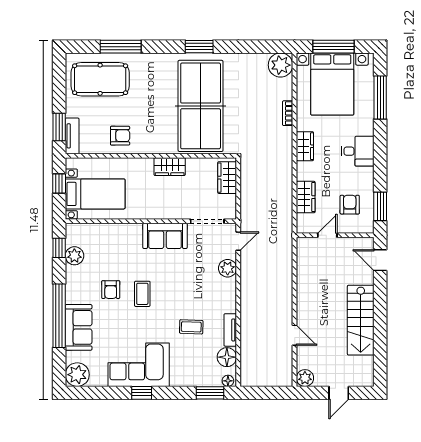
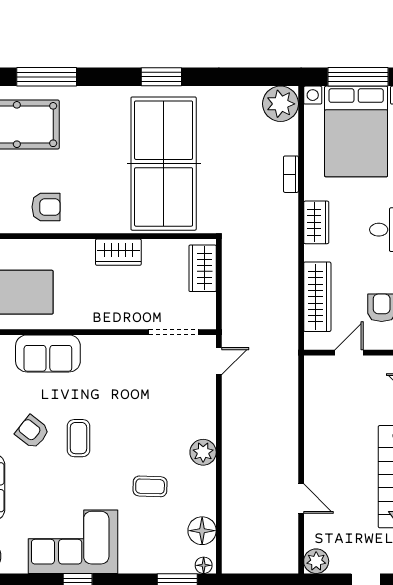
wardrobe: (306, 197) -> (317, 297), width x1.50
sofa: (165, 236) -> (48, 353), moved
plant: (228, 268) -> (203, 452), moved
armchair: (111, 290) -> (32, 432), turned 128
tv unit: (230, 330) -> (207, 491), removed

